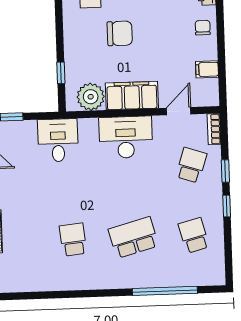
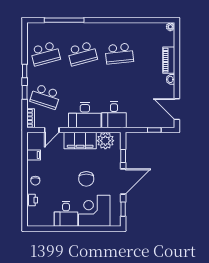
door: (59, 31) -> (123, 182), added
chair: (120, 33) -> (86, 179), turned -90
desk: (58, 140) -> (114, 115), moved
school desk: (191, 165) -> (45, 97), width x1.85
school desk: (194, 235) -> (45, 54), width x1.85
school desk: (73, 240) -> (119, 54), width x1.85

